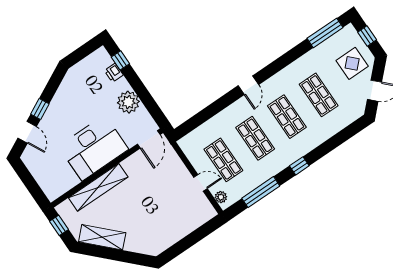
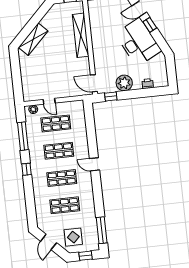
window: (120, 60) -> (111, 97), moved
desk: (94, 148) -> (138, 42), moved, turned 153
door: (200, 183) -> (49, 101), hinge flipped
shelving: (102, 237) -> (33, 39), moved

